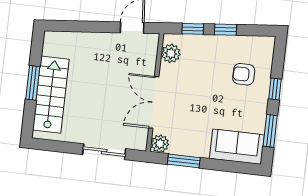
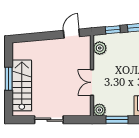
double door: (154, 102) -> (92, 82), width x0.73
sliding door: (104, 152) -> (49, 120), moved

